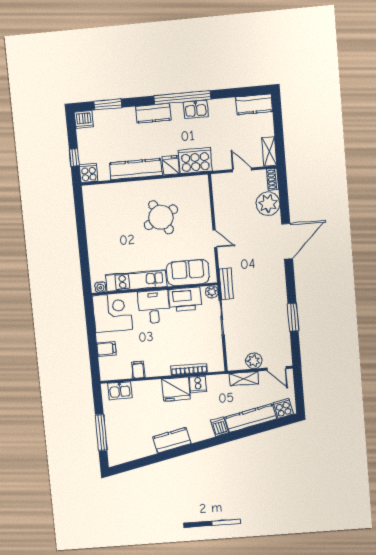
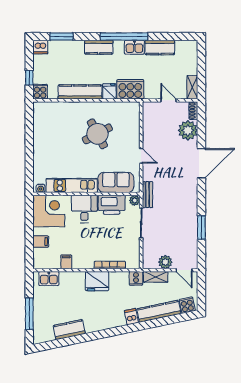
kitchen counter: (254, 104) -> (160, 48), moved
cooker: (198, 384) -> (136, 278), moved
kitchen counter: (172, 440) -> (69, 330), moved

